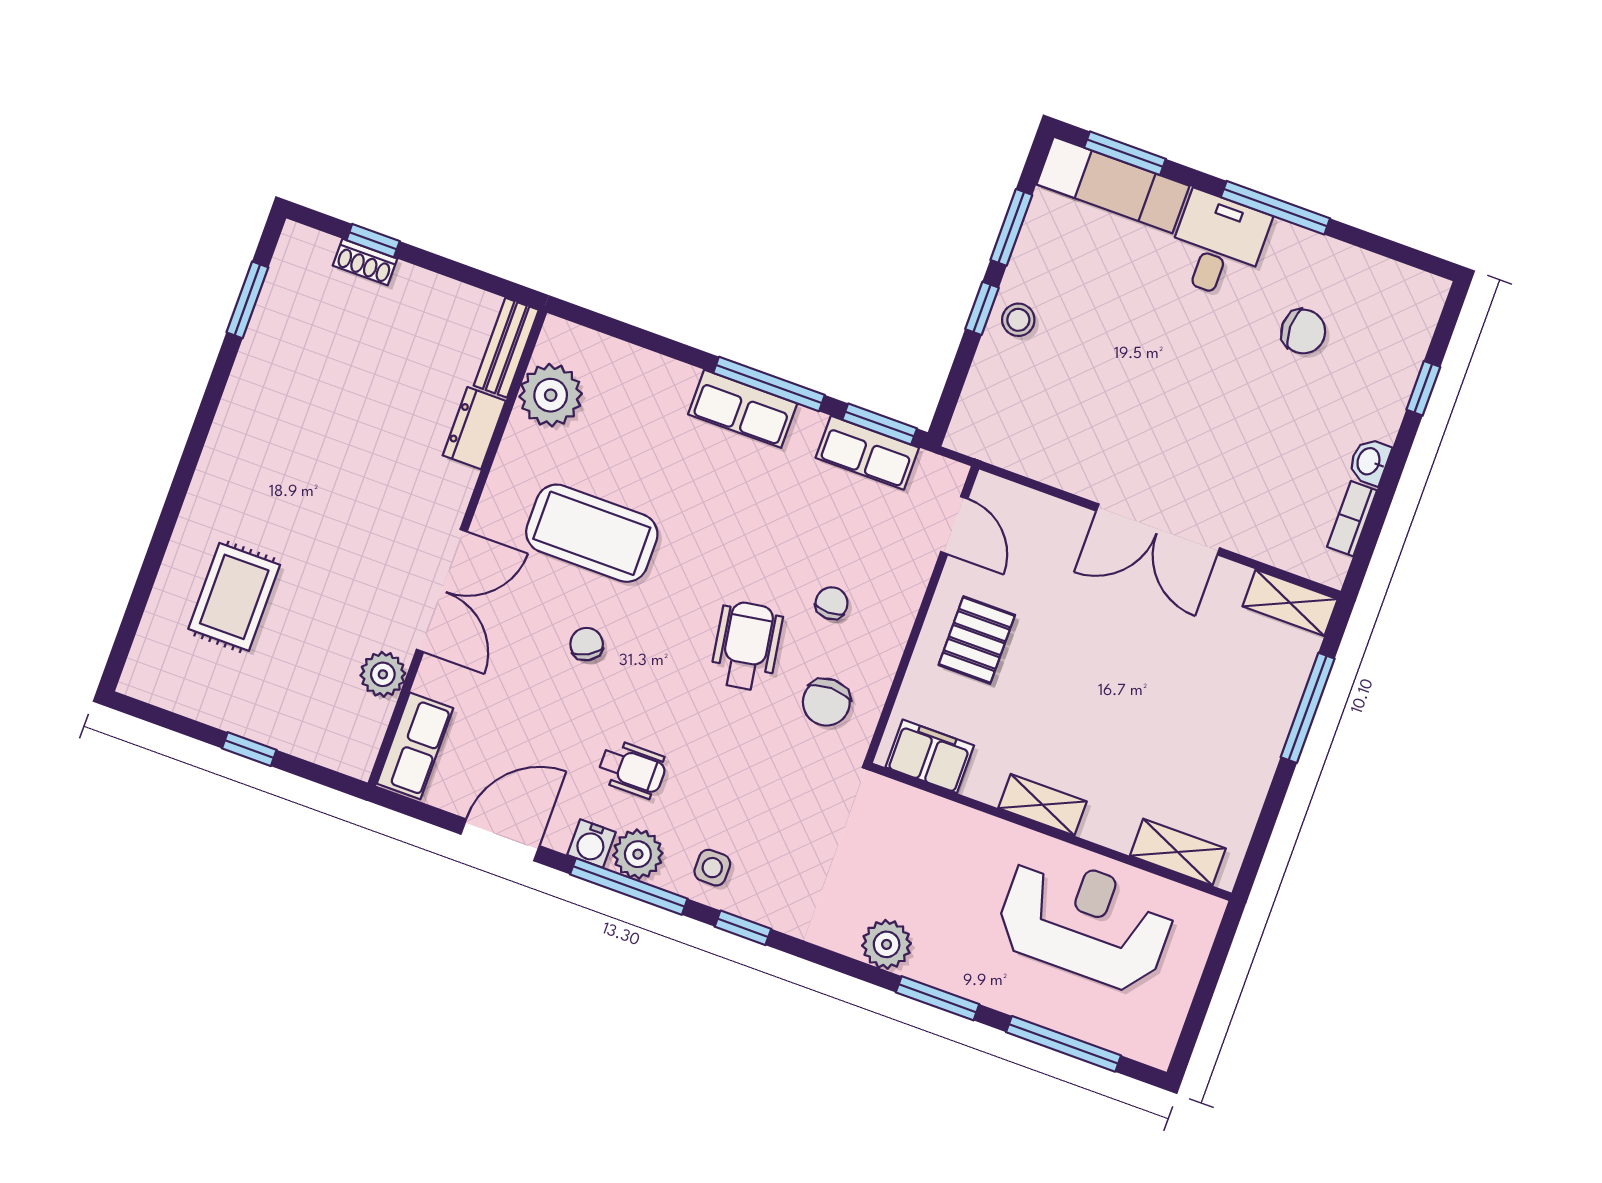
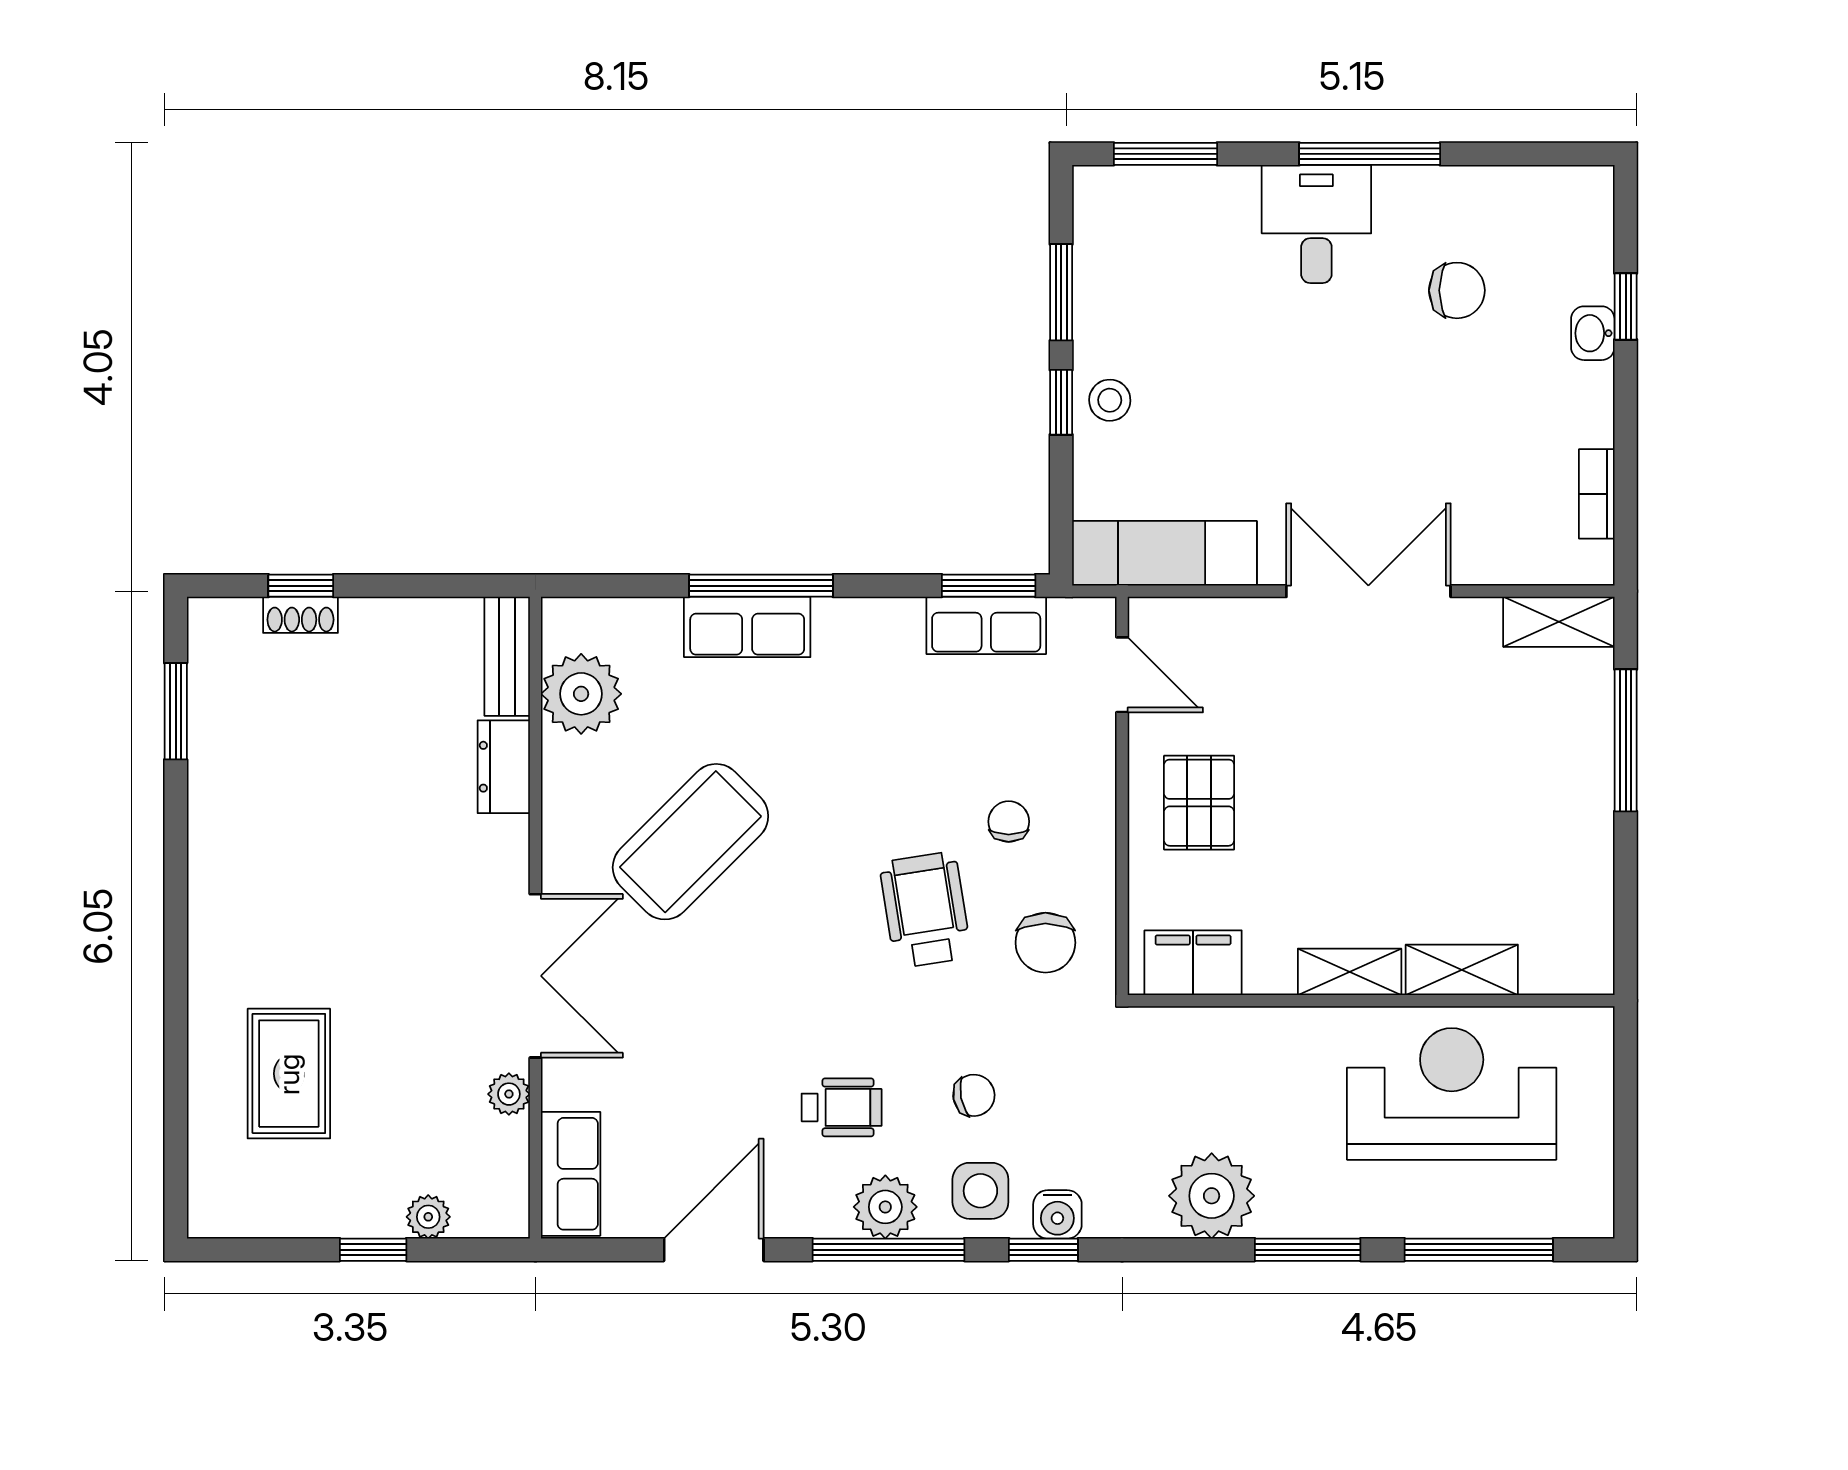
exam couch: (1113, 185) -> (1165, 553), moved, turned 180
window: (769, 384) -> (761, 586), moved
row of seats: (743, 409) -> (747, 627), moved
washbasin: (1369, 462) -> (1593, 333), moved
double door: (1158, 529) -> (1368, 591), swing flipped
coffee table: (592, 533) -> (690, 842), turned -45
chair: (587, 644) -> (974, 1095), moved, turned 108
plant: (383, 674) -> (509, 1094), width x0.73, depth x0.73
plant: (299, 740) -> (428, 1217), added
water cooler: (591, 844) -> (1057, 1214), moved
shelving: (1178, 852) -> (1462, 970), moved
side table: (712, 868) -> (980, 1191), width x1.37, depth x1.37
plant: (887, 944) -> (1212, 1196), width x1.36, depth x1.36

